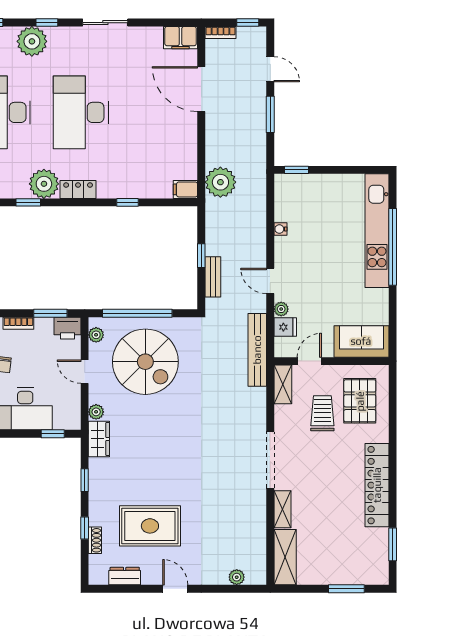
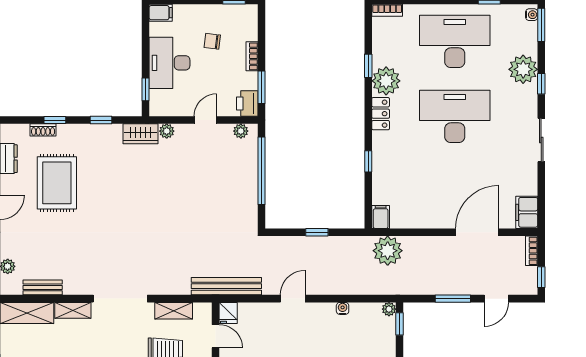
bench: (213, 277) -> (43, 287), moved
plant: (281, 309) -> (389, 309), moved
fridge: (285, 327) -> (228, 313), moved
spiral stairs: (145, 362) -> (215, 178), removed
shelving: (283, 384) -> (174, 311), moved

